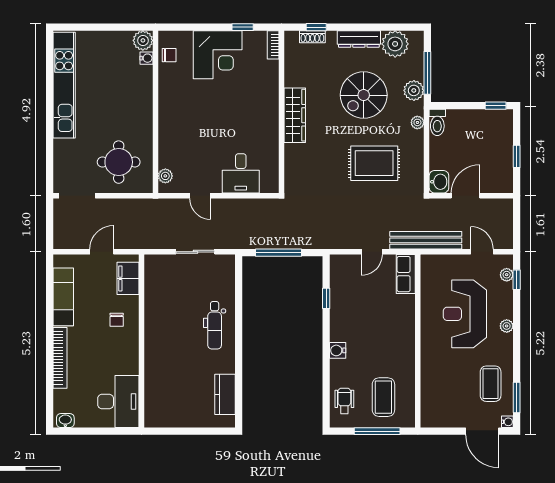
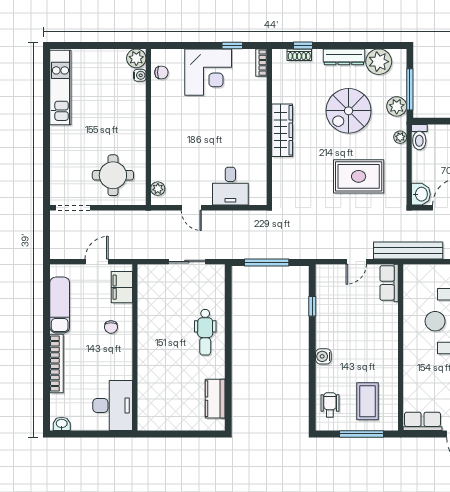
kitchen unit: (64, 85) -> (60, 88), width x0.73
row of seats: (441, 418) -> (422, 421), added

